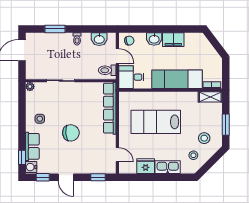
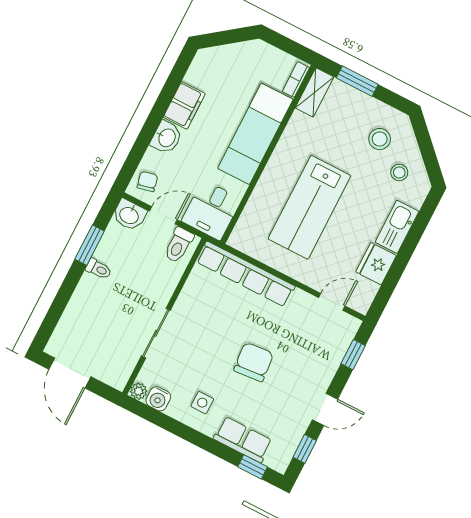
window: (55, 29) -> (90, 245), moved
washbasin: (99, 39) -> (129, 215), moved, turned 90
window: (226, 125) -> (357, 81), moved
water cooler: (31, 167) -> (158, 399), moved

